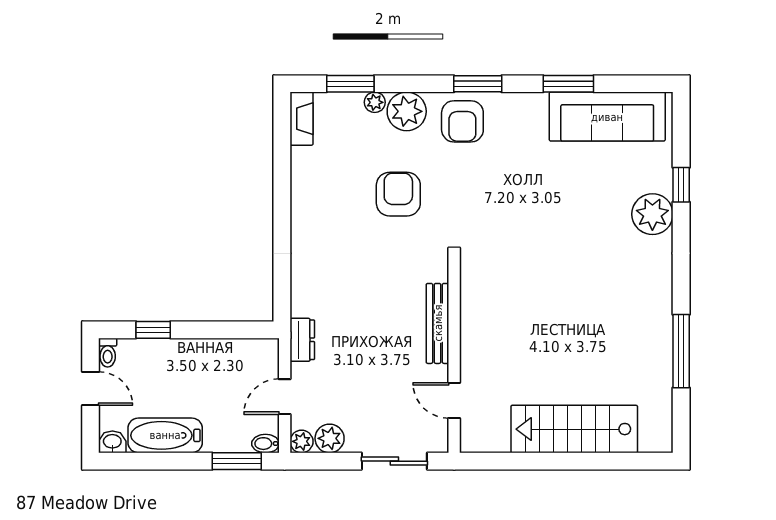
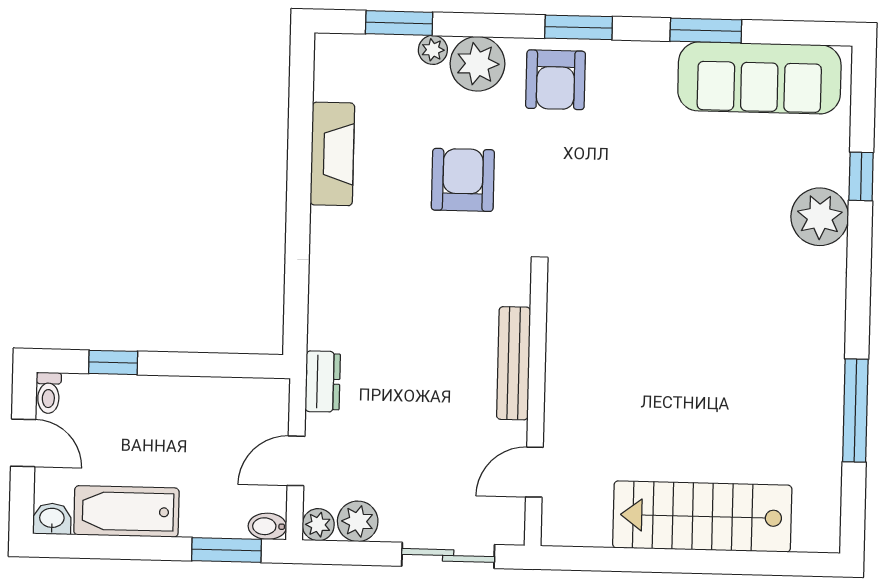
fireplace: (302, 119) -> (332, 154), moved, width x1.37, depth x1.32
door: (454, 400) -> (534, 472), hinge flipped

